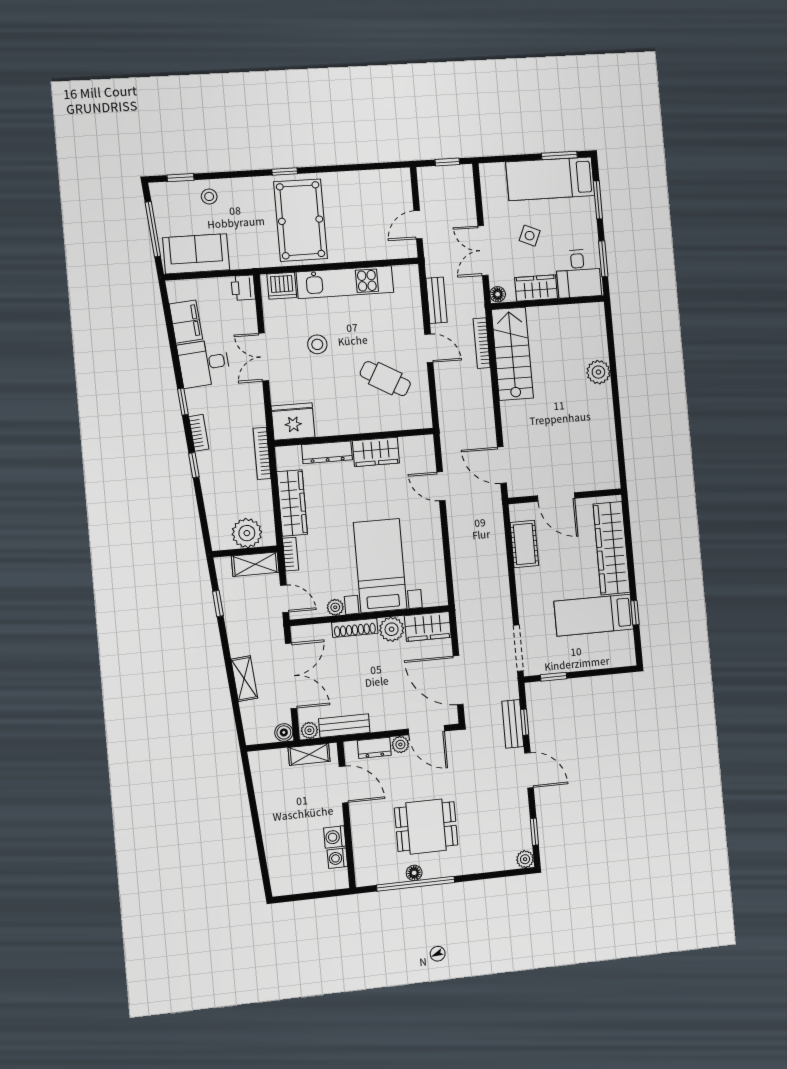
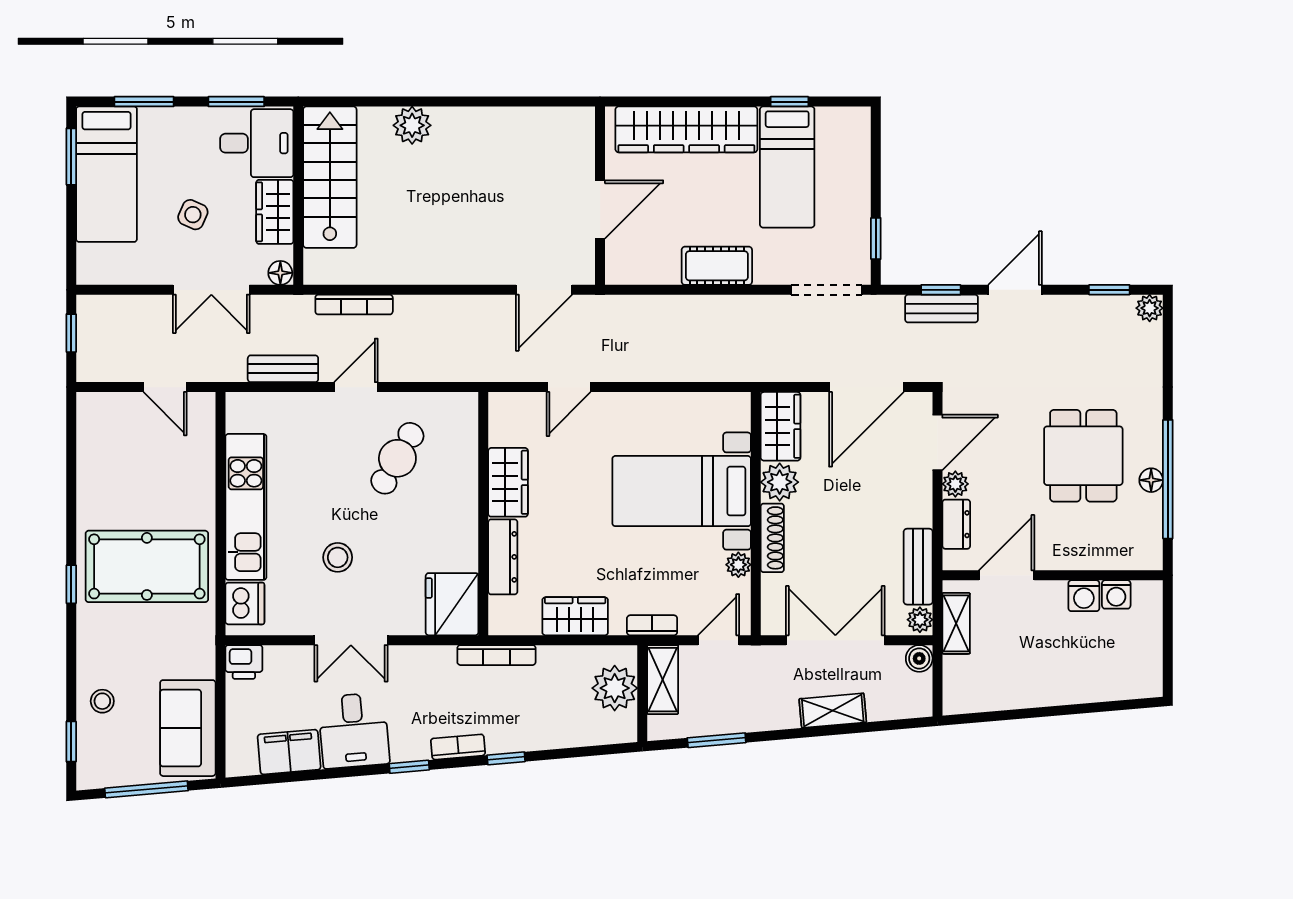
stairs: (512, 354) -> (330, 177), moved, turned 90
wardrobe: (292, 503) -> (575, 616), width x0.67
cot: (524, 544) -> (717, 266), moved
window: (218, 603) -> (717, 740), width x1.50

